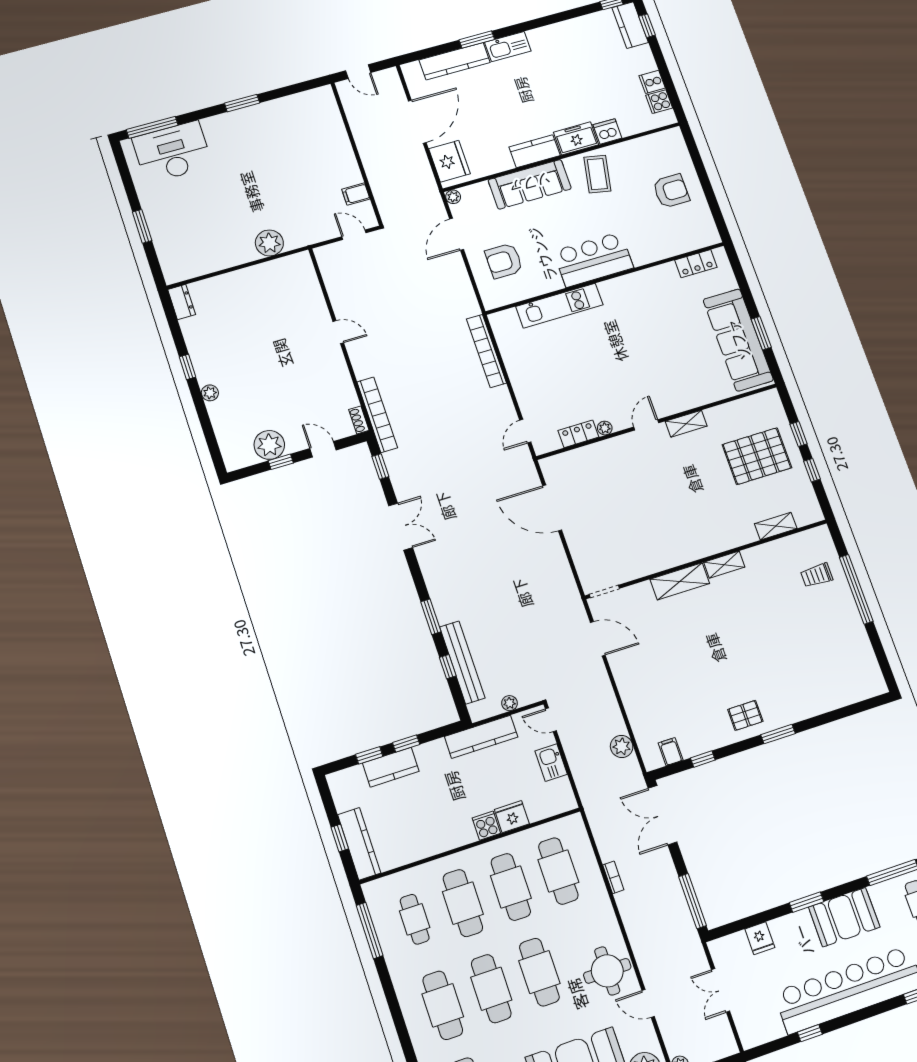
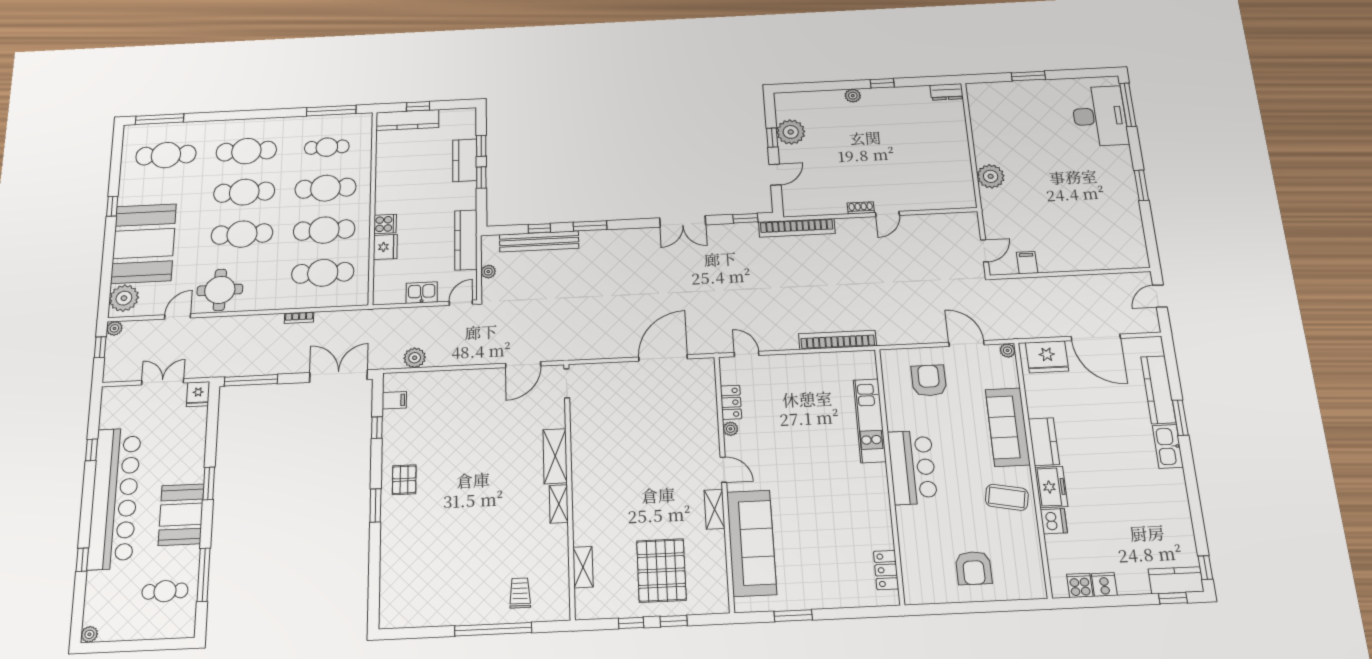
sofa: (738, 340) -> (752, 543), moved, turned 90
shoe rack: (359, 420) -> (861, 208), moved
fridge: (760, 938) -> (198, 394), moved, turned -90

